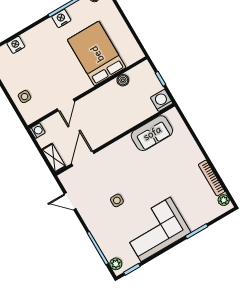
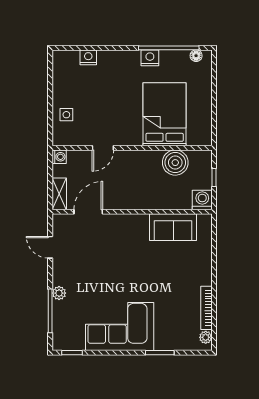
boiler: (123, 80) -> (175, 163), width x1.86, depth x1.86
side table: (117, 200) -> (98, 274), removed
plant: (116, 264) -> (59, 293), moved

